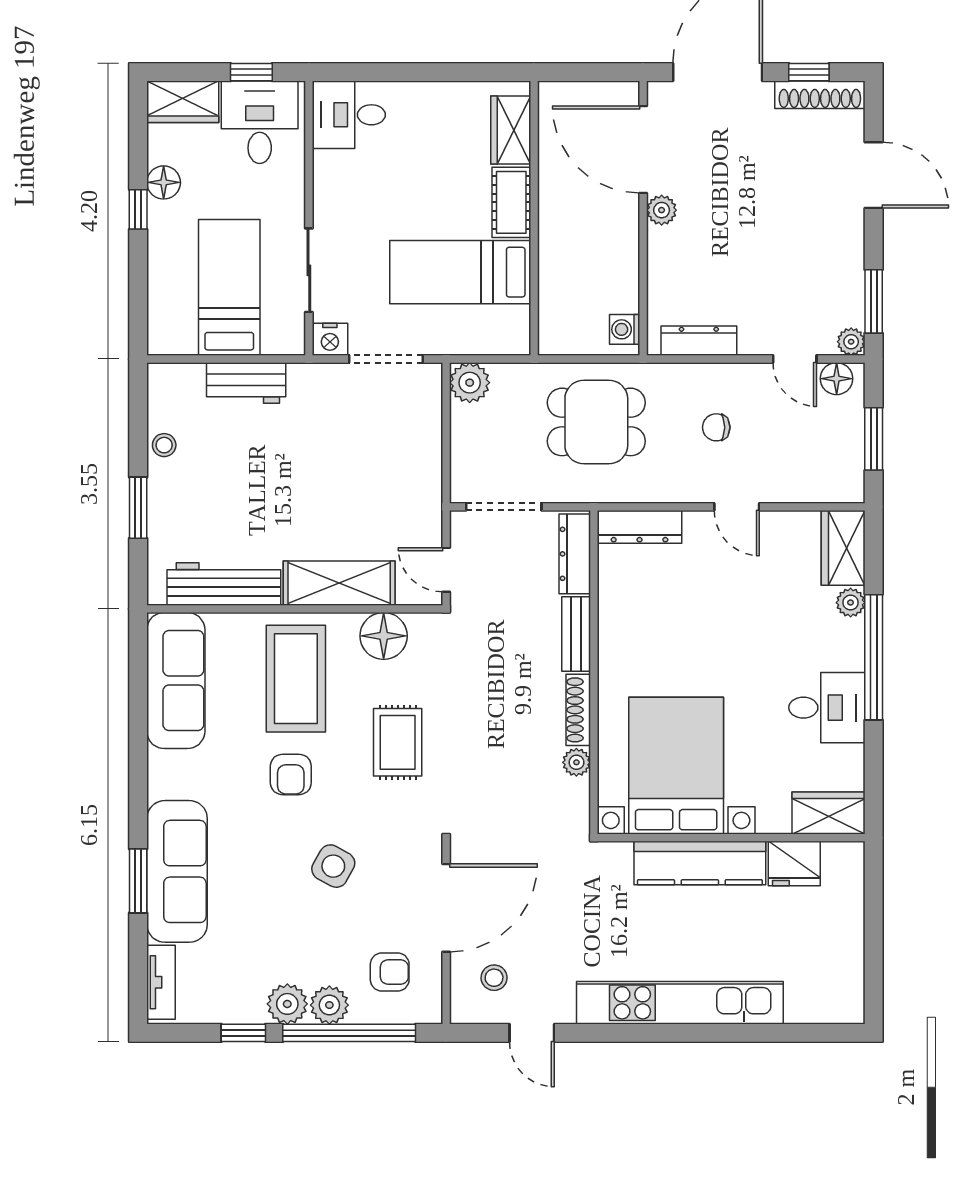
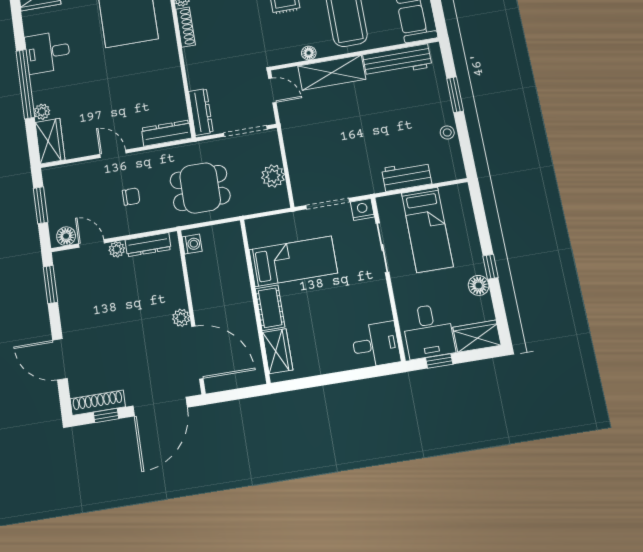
plant: (851, 342) -> (117, 249), moved
plant: (470, 383) -> (273, 176), moved
bench: (576, 634) -> (193, 68), removed
floor lamp: (384, 636) -> (309, 53), width x0.53, depth x0.53

